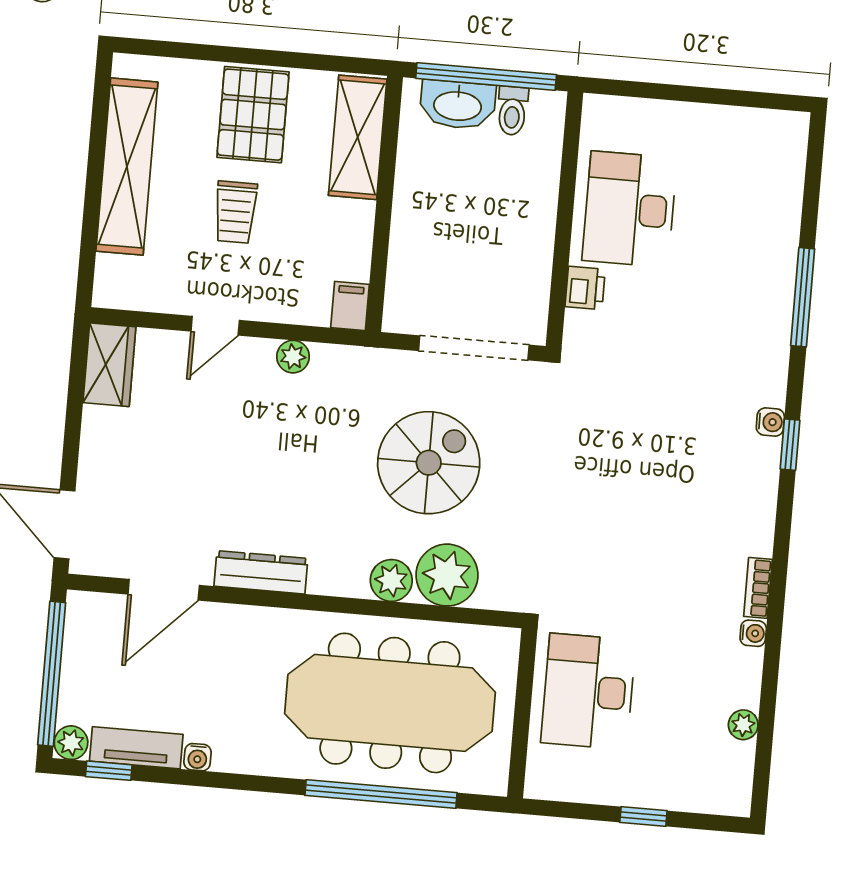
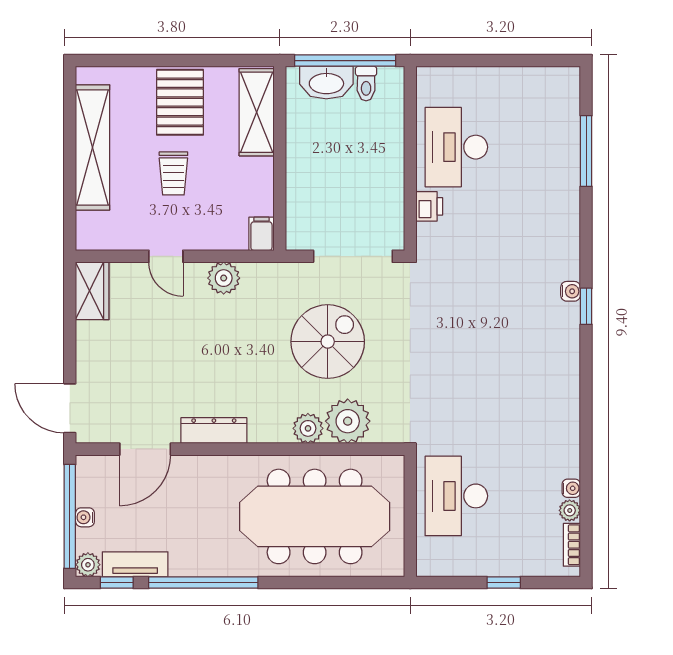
window: (803, 297) -> (586, 151), moved
door: (215, 326) -> (166, 256), hinge flipped
plant: (293, 357) -> (224, 278), width x1.38, depth x1.38
bookcase: (758, 588) -> (572, 545), moved
water cooler: (753, 633) -> (571, 488), moved
water cooler: (197, 757) -> (85, 517), moved, turned 90
window: (381, 794) -> (203, 582), moved

